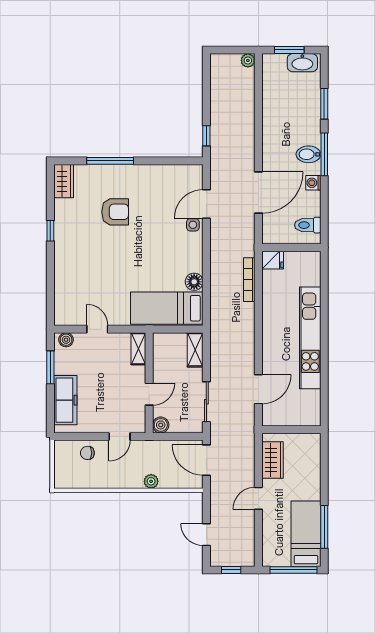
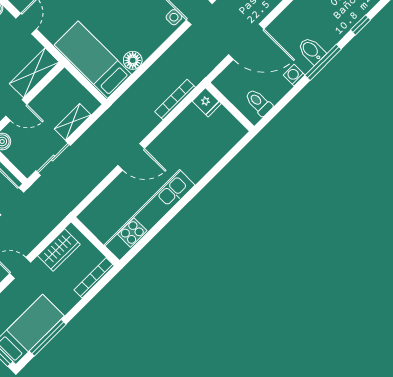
window: (324, 104) -> (361, 25), width x0.67
kitchen unit: (310, 338) -> (150, 215), moved
shelving: (138, 349) -> (34, 73), width x1.50, depth x1.33
shelving: (195, 350) -> (73, 122), moved
door: (258, 389) -> (131, 157), moved
bookcase: (315, 455) -> (94, 278), added

